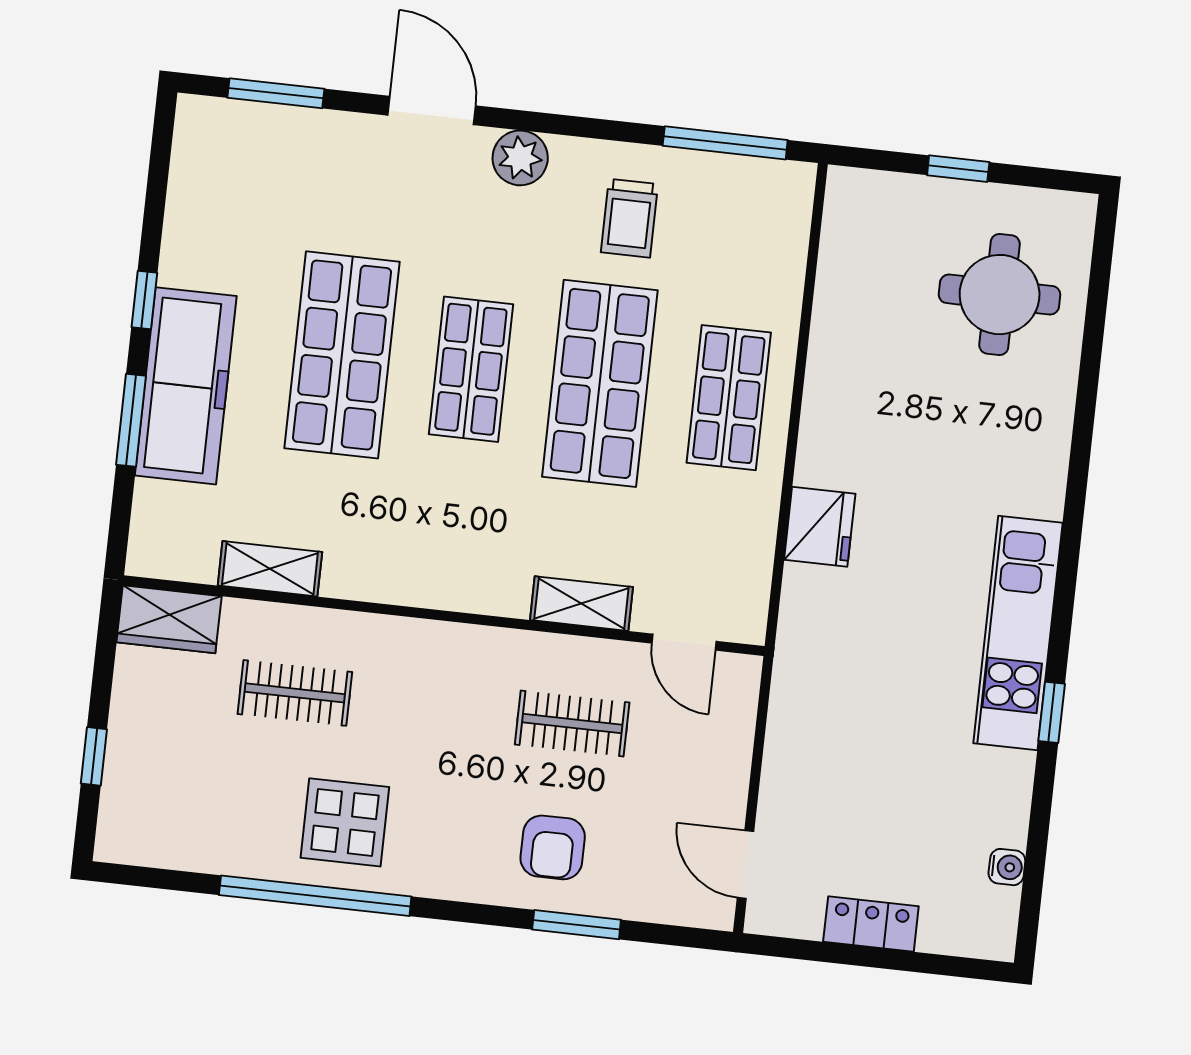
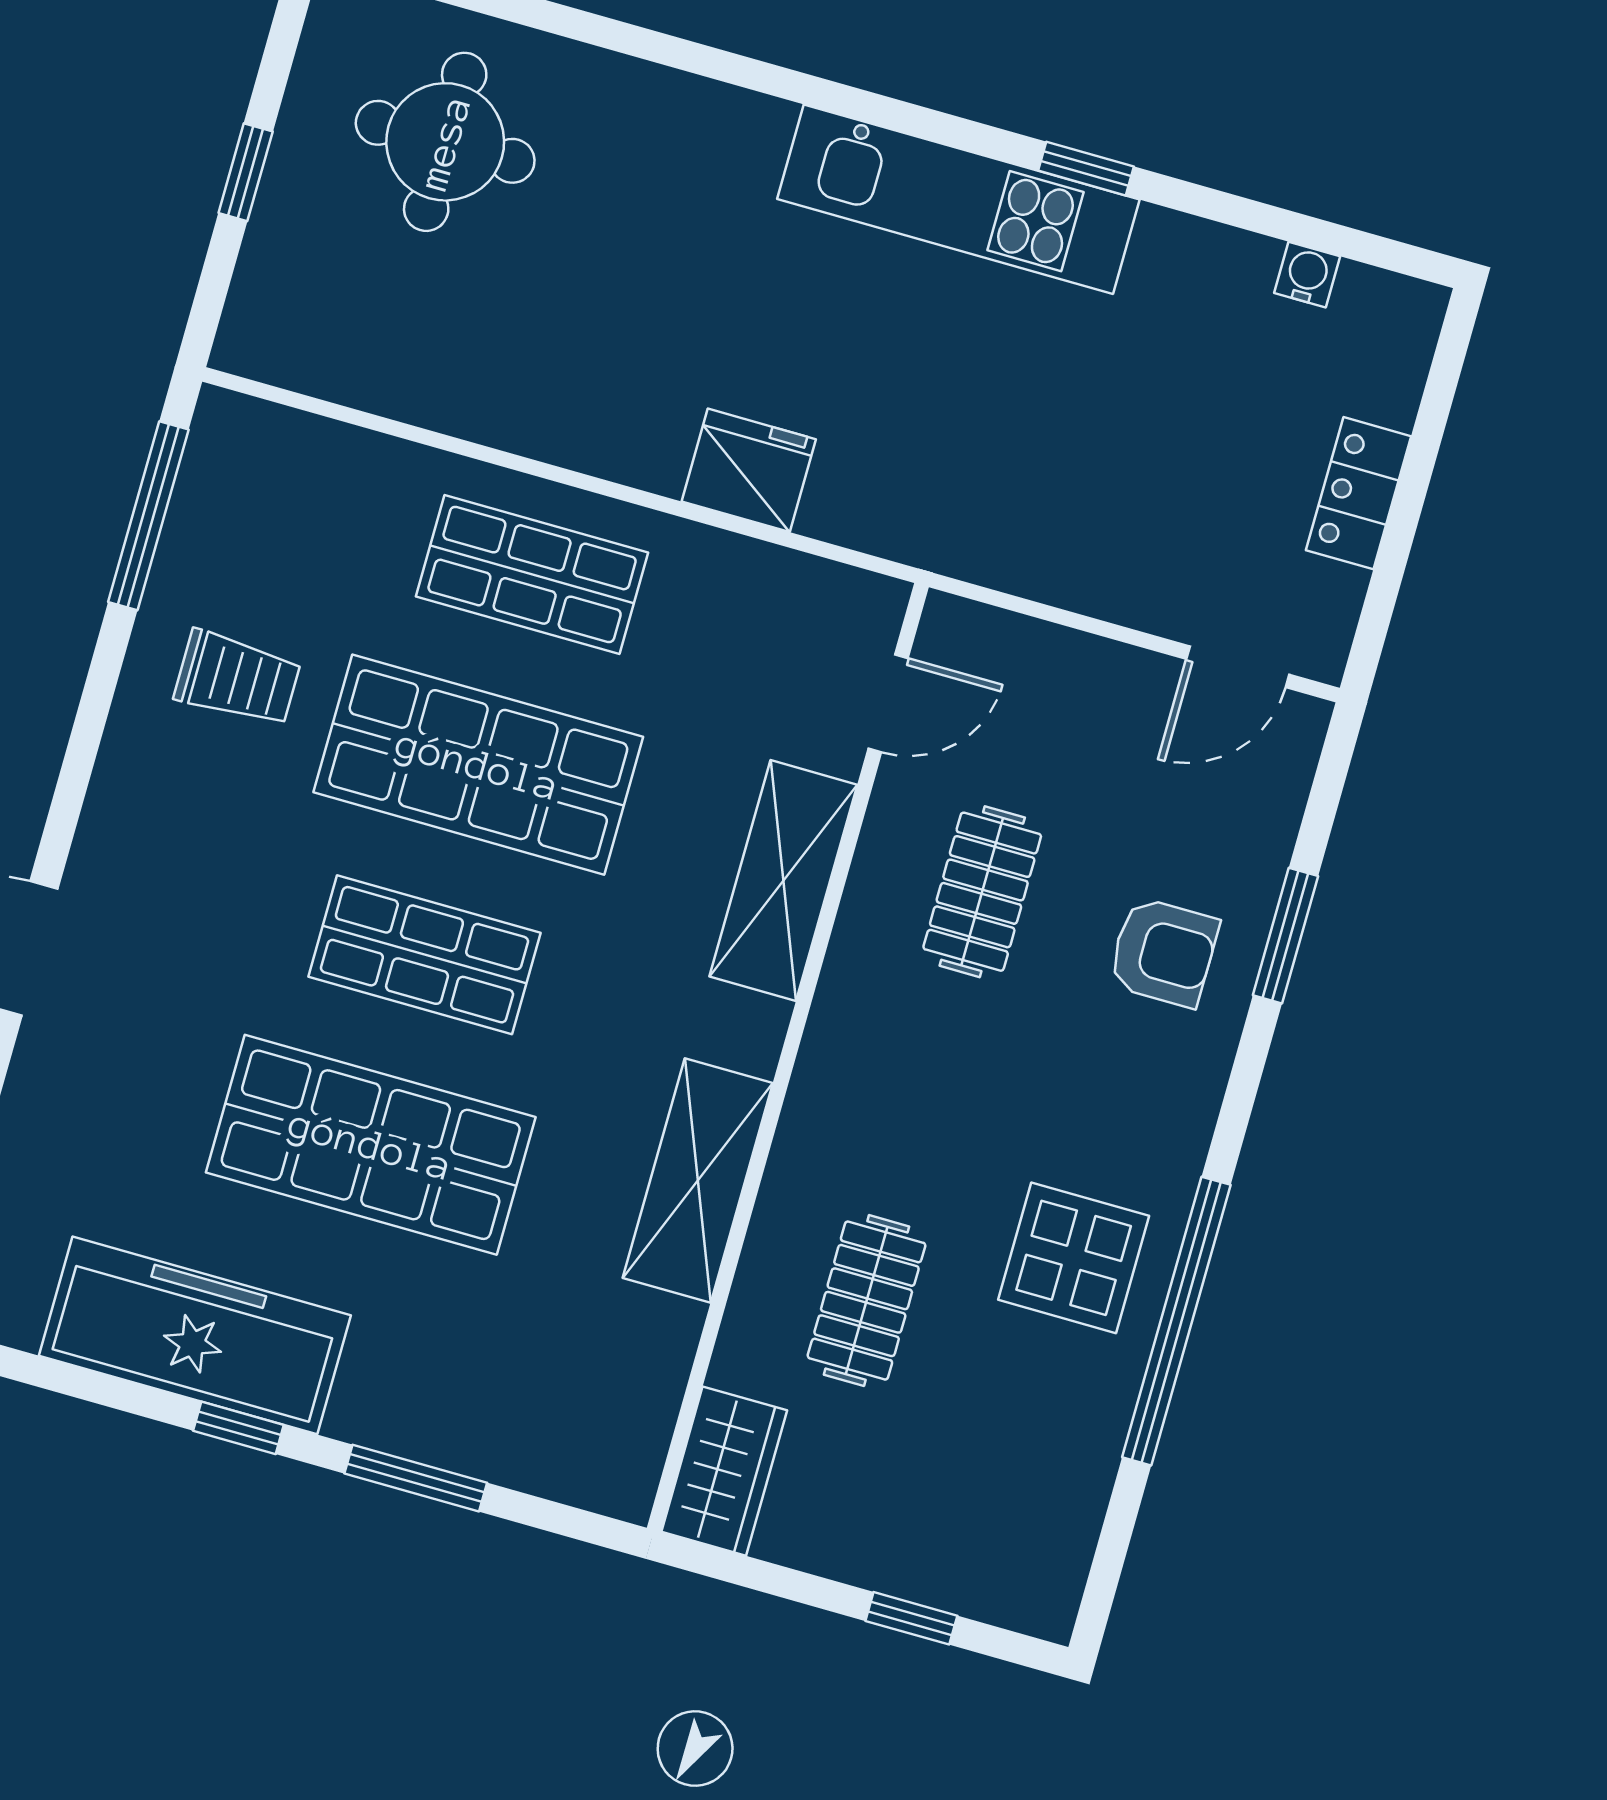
plant: (520, 158) -> (119, 828), removed
freezer: (186, 386) -> (195, 1335), moved
shelving: (270, 569) -> (698, 1181), moved, width x1.50, depth x1.33
shelving: (581, 604) -> (783, 881), width x1.50, depth x1.33

